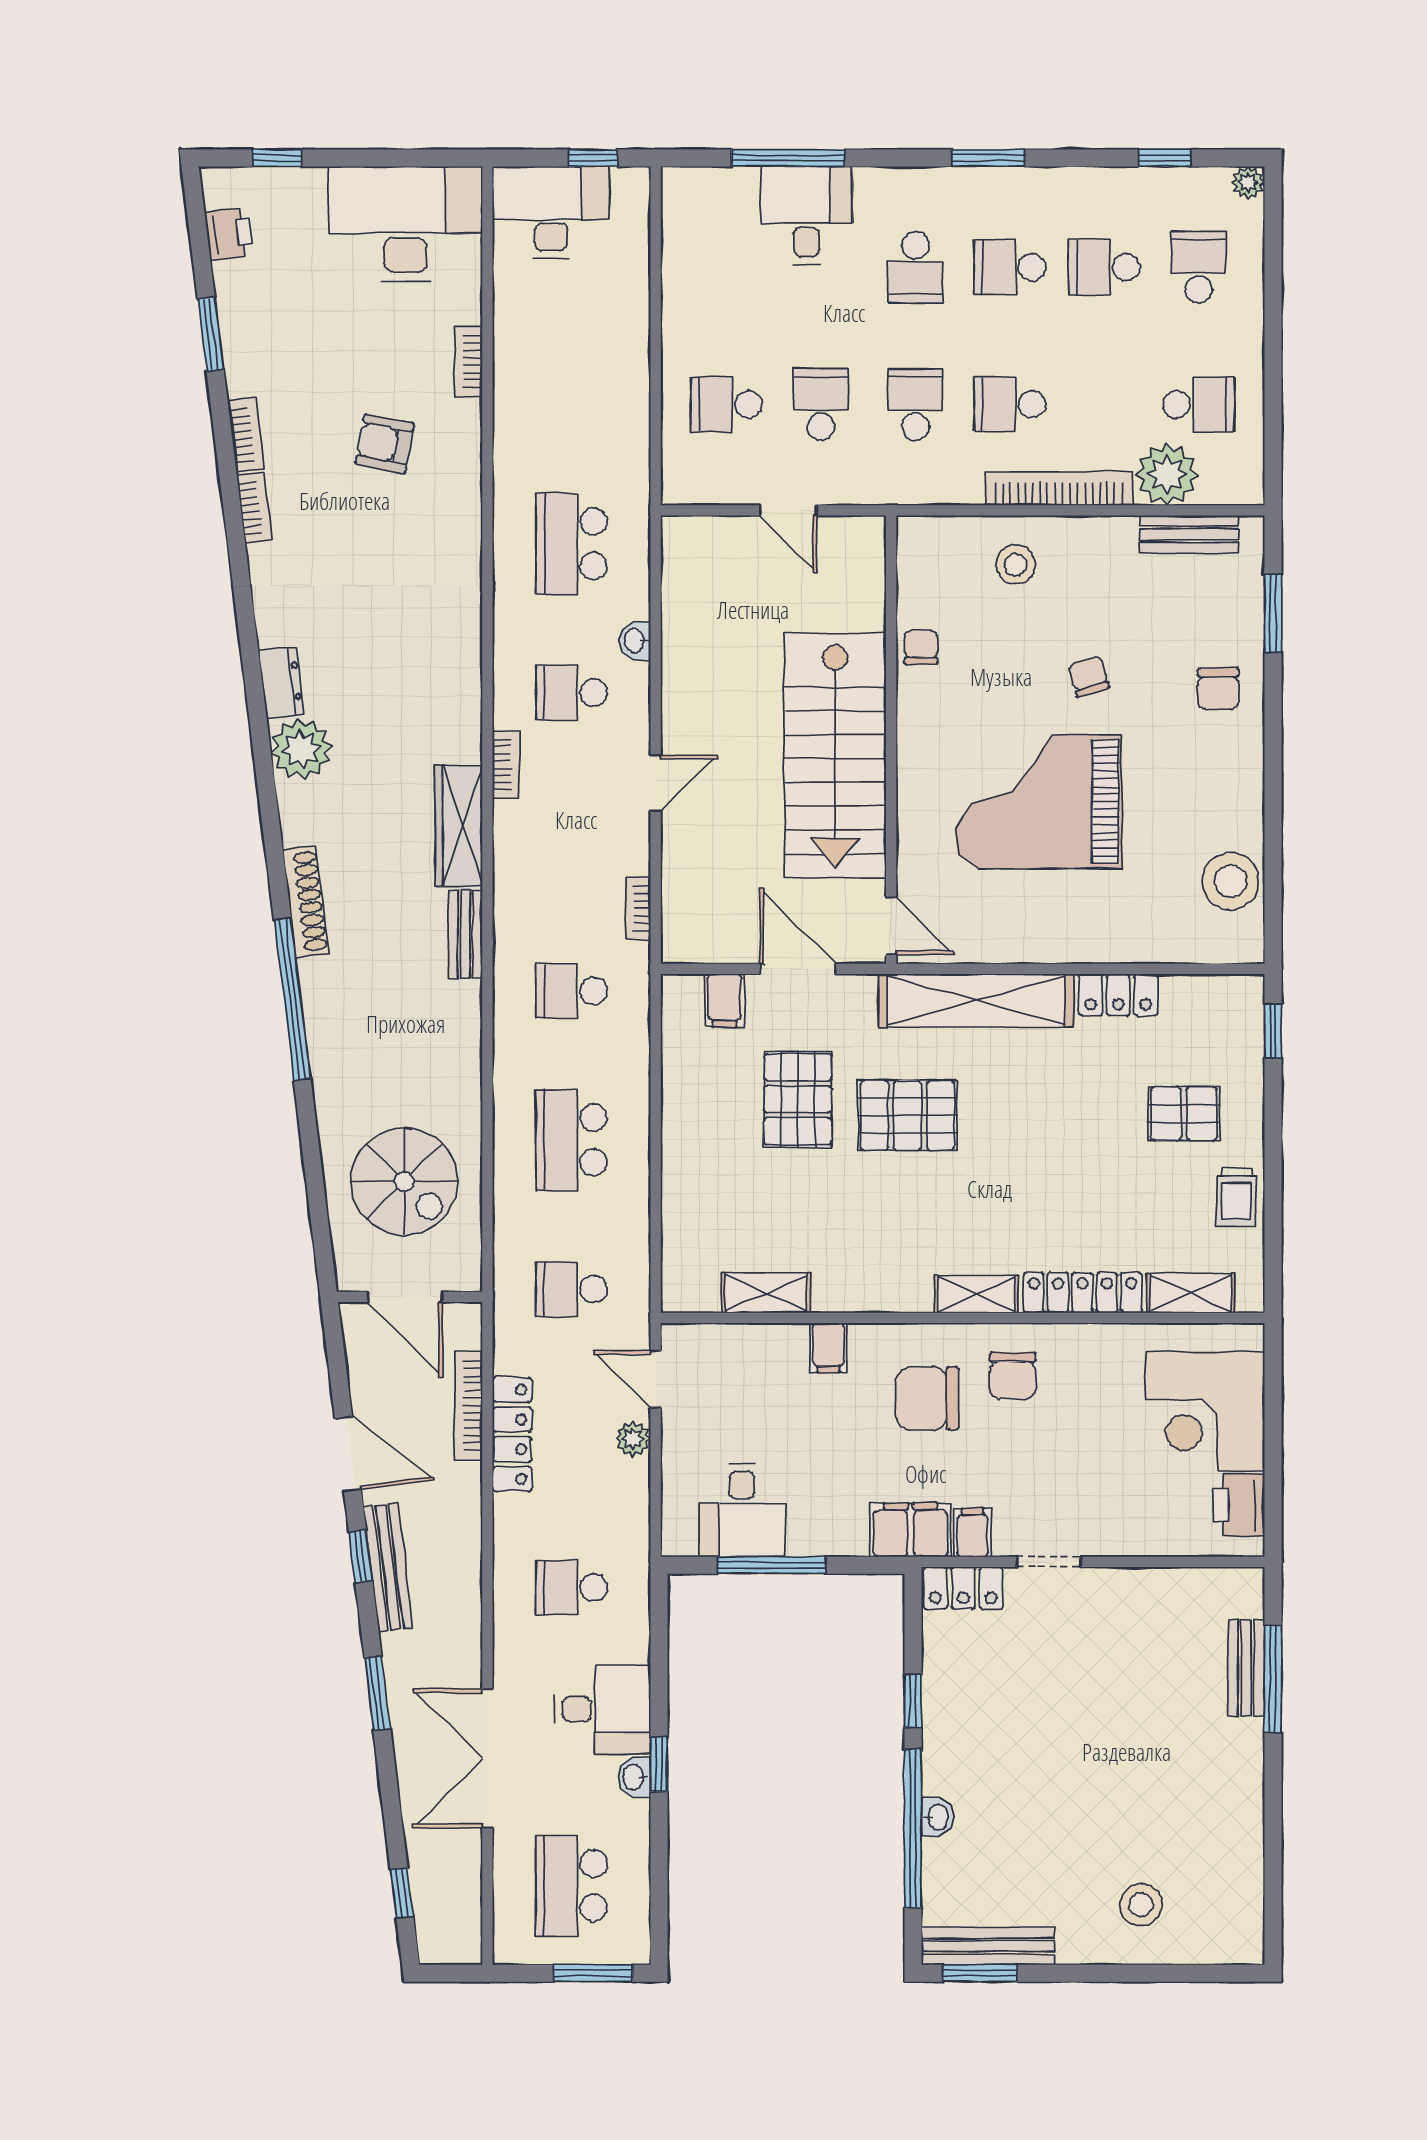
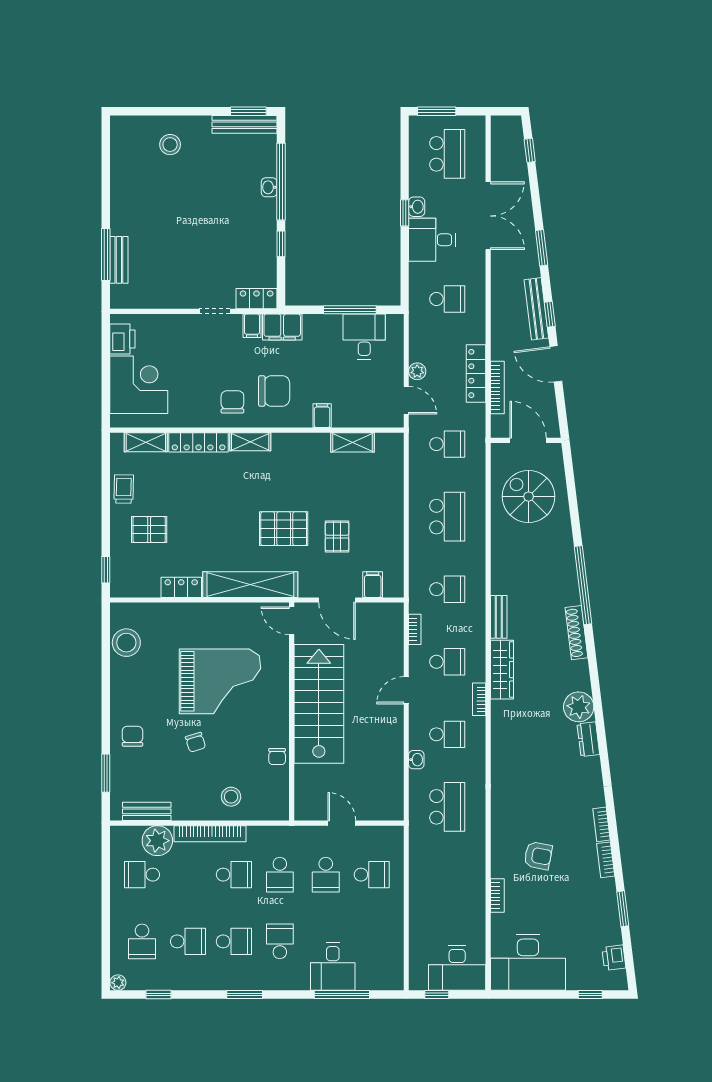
school desk: (571, 842) -> (447, 662), added
pallet: (798, 1099) -> (337, 537), width x0.67, depth x0.71

